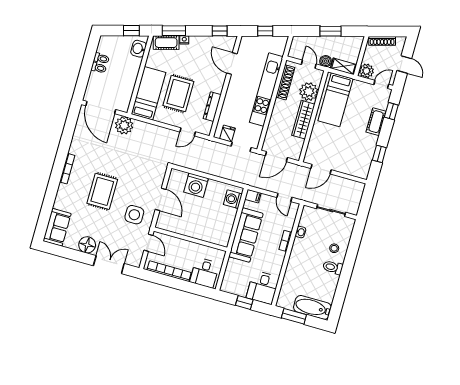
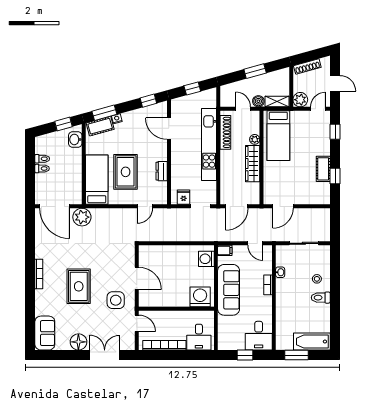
plant: (309, 92) -> (255, 139), width x0.53, depth x0.53
dresser: (212, 107) -> (162, 171), width x0.70
cot: (376, 122) -> (323, 169), moved
washing machine: (196, 185) -> (200, 297), moved, turned 180

